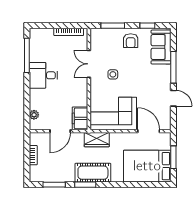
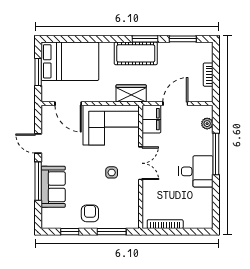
sofa: (161, 47) -> (53, 187), moved
window: (27, 55) -> (216, 154), moved
double door: (89, 64) -> (141, 163), moved

